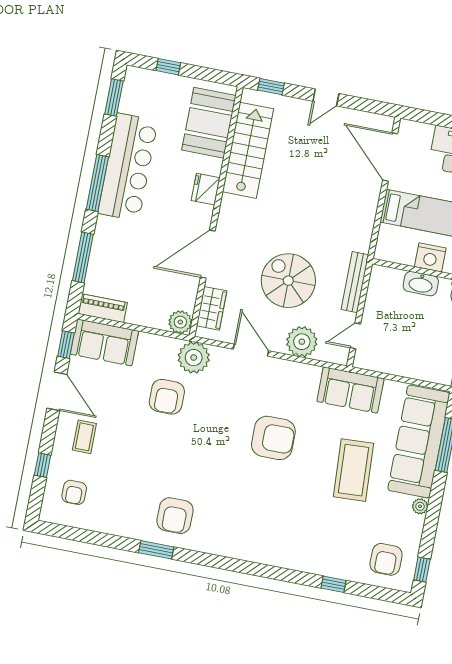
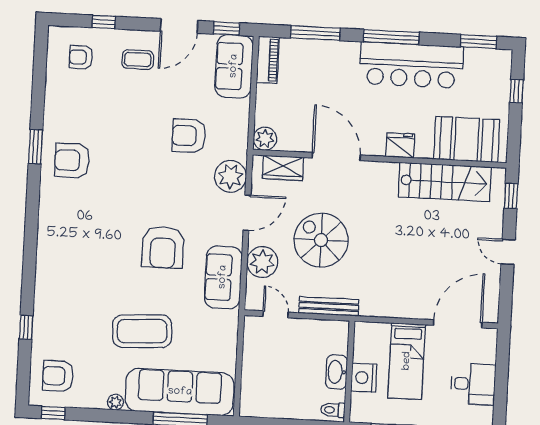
spiral stairs: (288, 281) -> (321, 240), turned -90
plant: (194, 358) -> (231, 176), moved
sofa: (350, 390) -> (223, 277), moved

